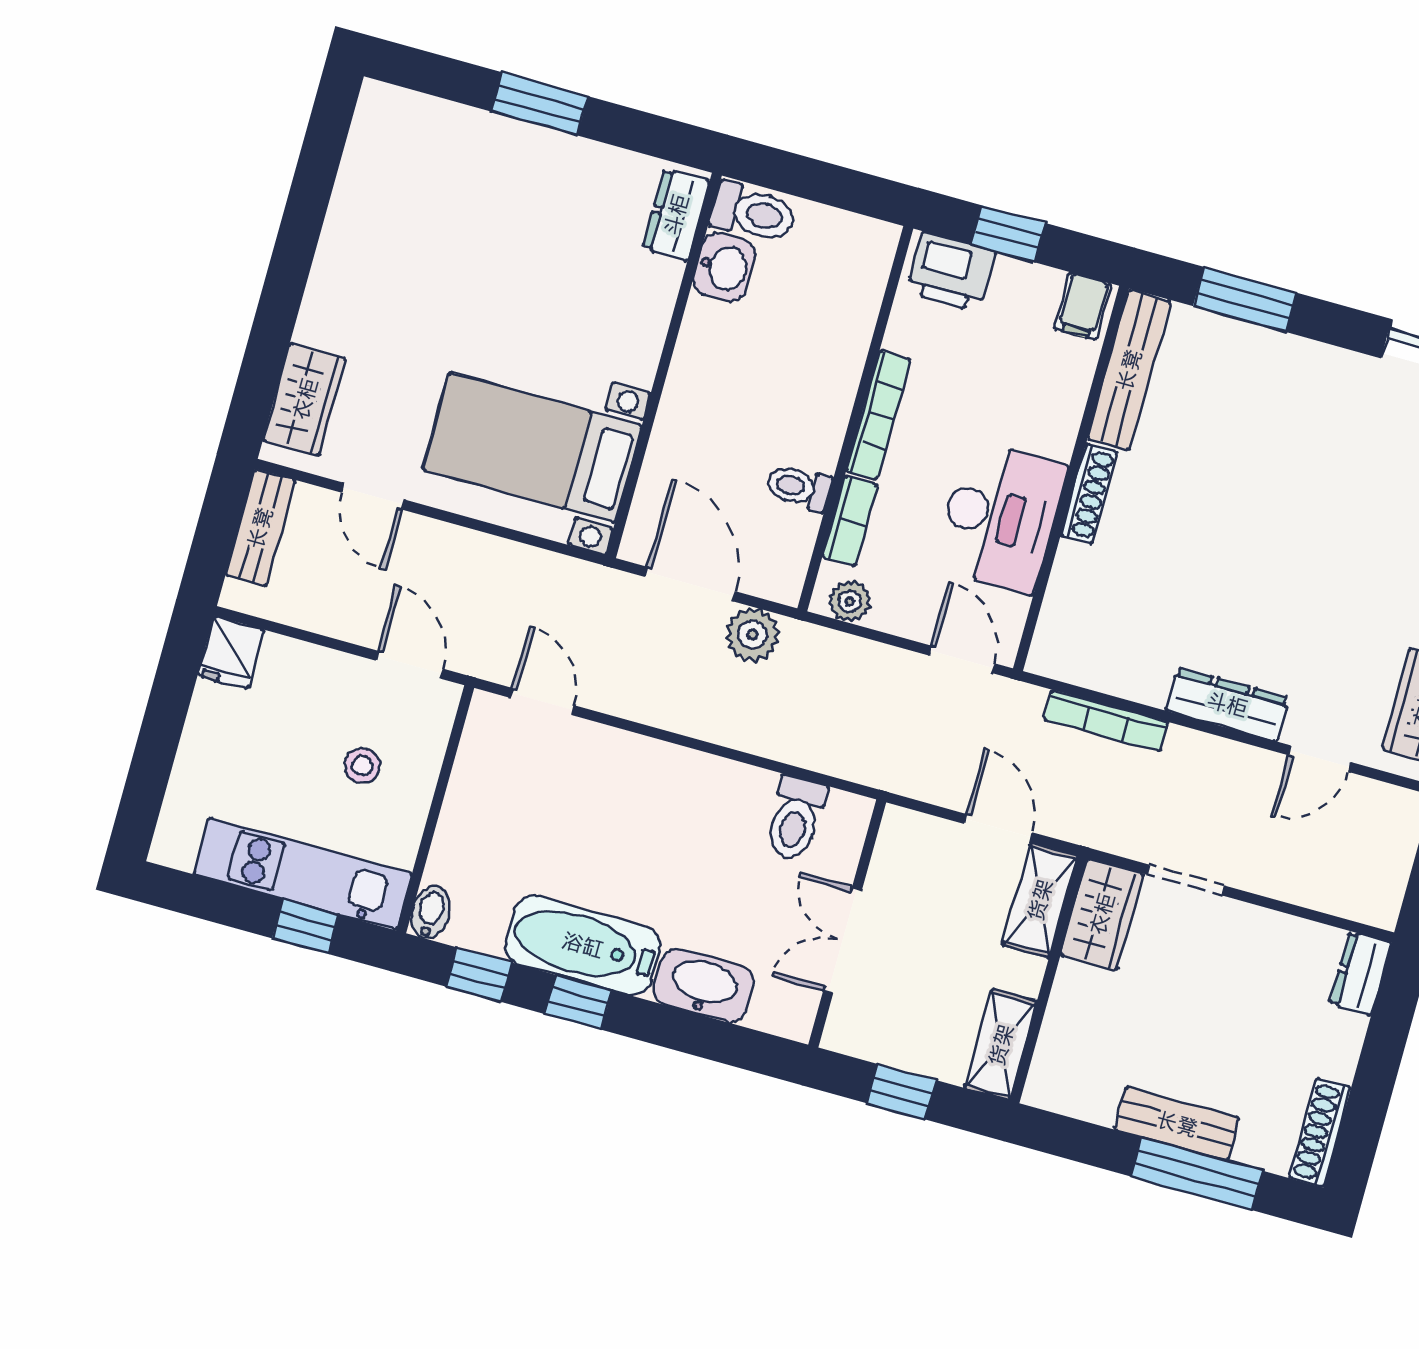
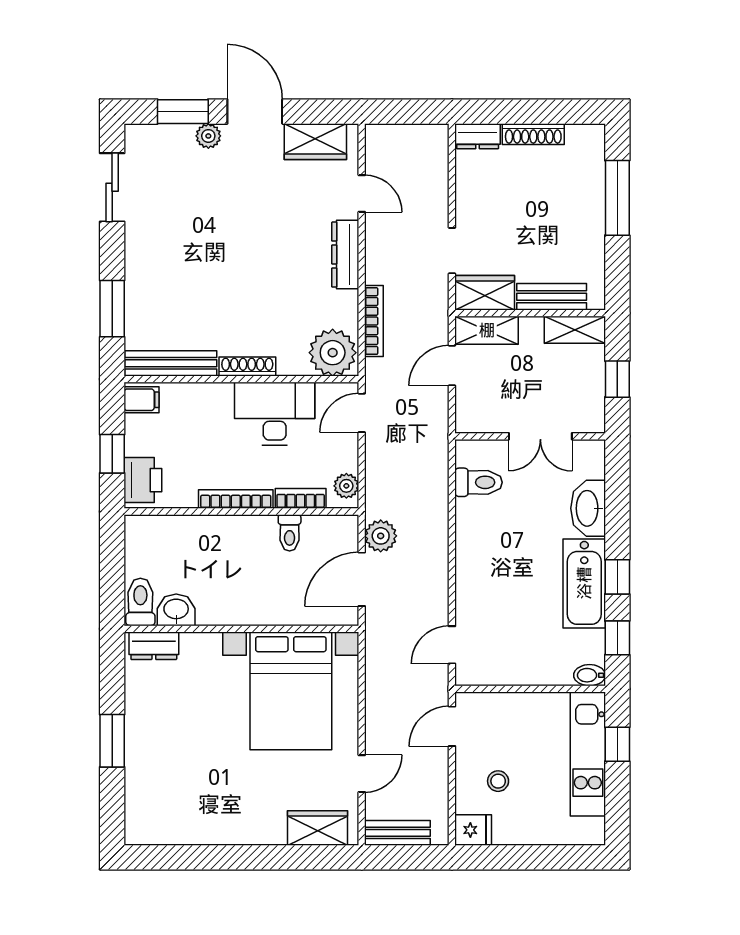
bed with nightstands: (532, 447) -> (291, 691), width x1.36
plant: (1073, 639) -> (333, 353), added
stool: (362, 766) -> (498, 781), moved
bench: (1177, 1124) -> (552, 297), moved, turned 90
shoe rack: (1320, 1133) -> (533, 134), moved

